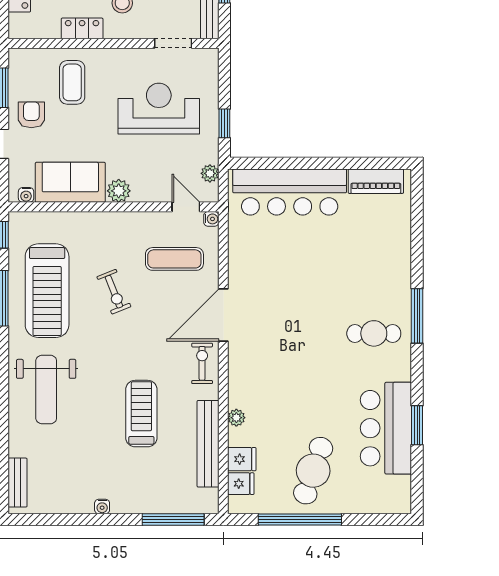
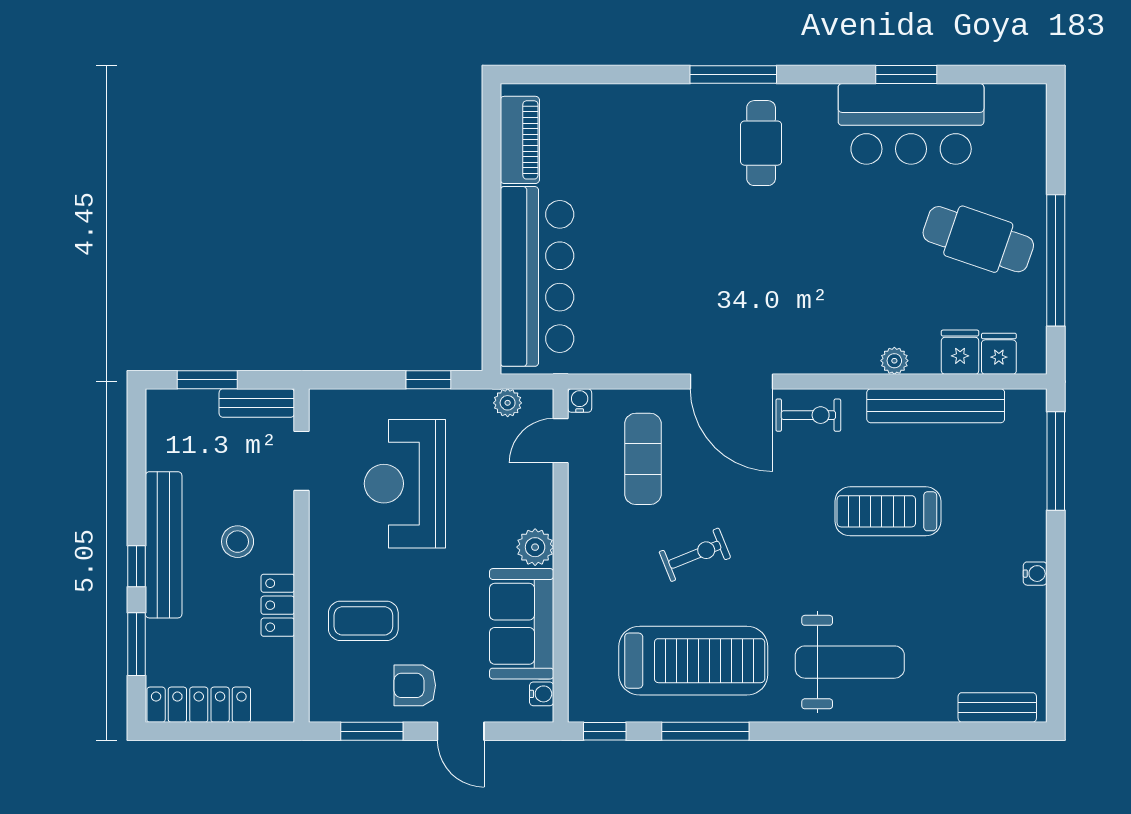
exercise bike: (202, 363) -> (808, 415), turned 180

